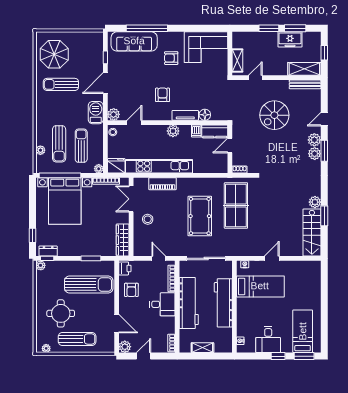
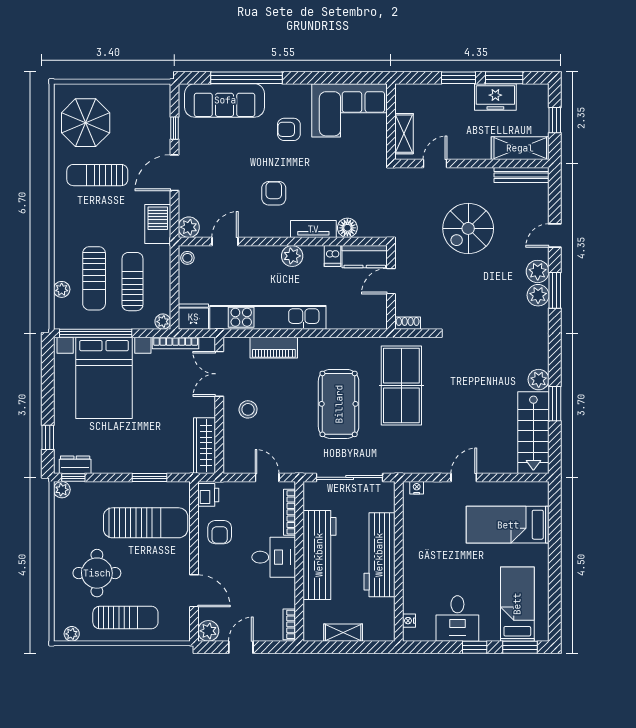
bed: (260, 286) -> (508, 525), moved, turned 180

